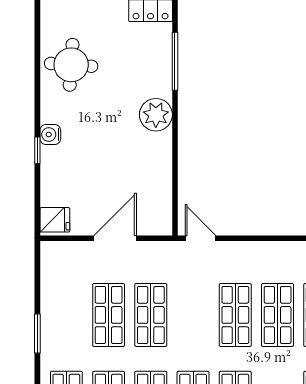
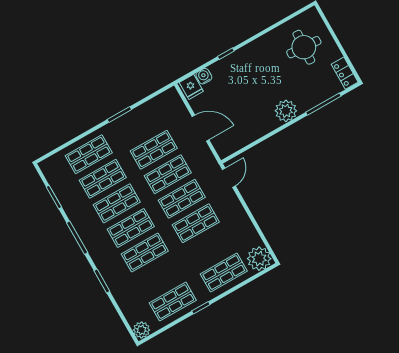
round table: (71, 65) -> (304, 47), moved
water cooler: (50, 135) -> (204, 76), moved
shop shelf: (278, 315) -> (182, 199), moved

